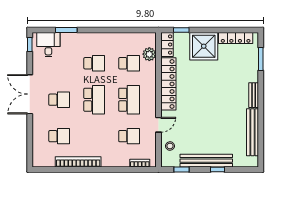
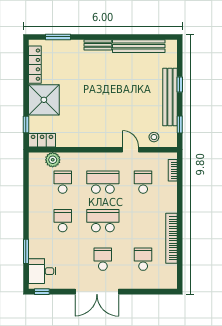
locker: (168, 84) -> (85, 139), removed

